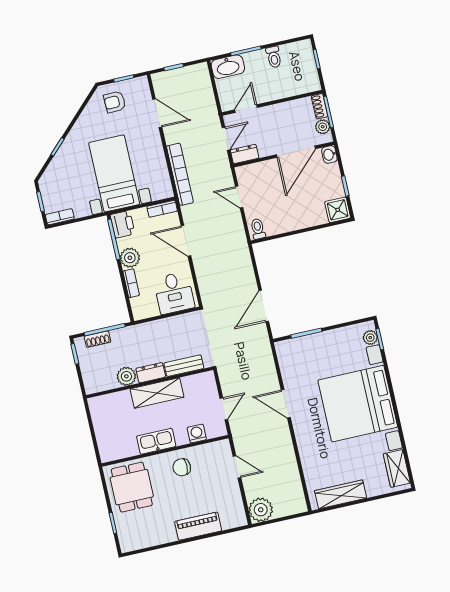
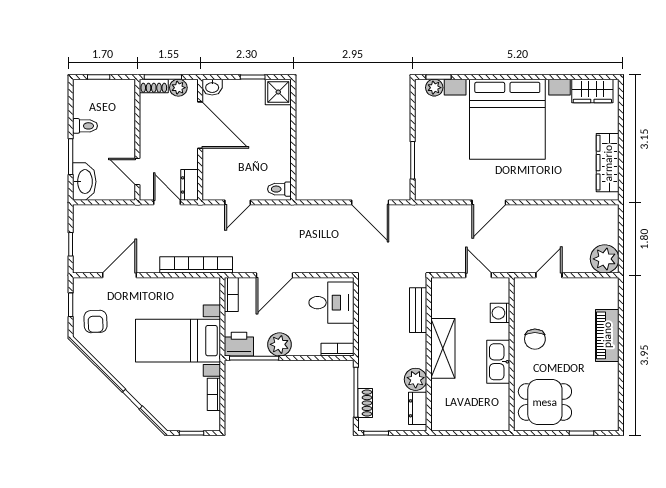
bookcase: (60, 217) -> (214, 394), moved
bookcase: (131, 283) -> (338, 350), moved
dresser: (151, 373) -> (418, 408), moved

